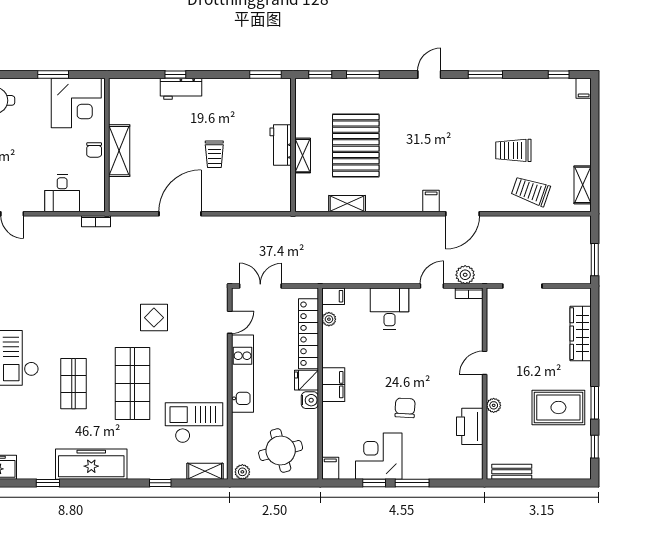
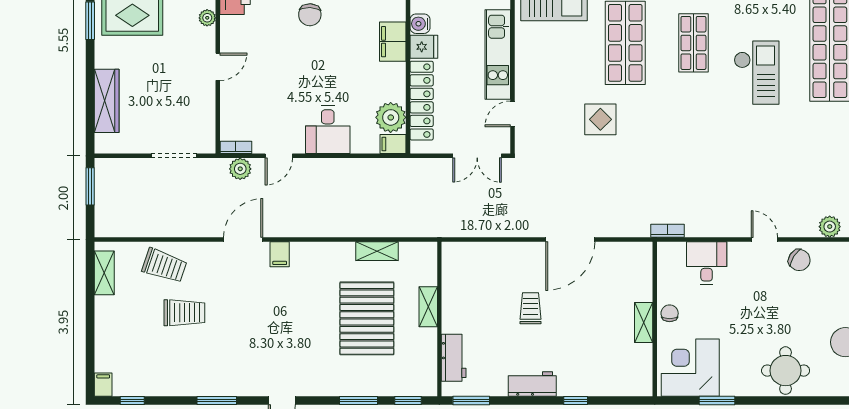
workbench: (181, 89) -> (532, 384), moved
workbench: (281, 145) -> (454, 358), moved
shelving: (119, 151) -> (644, 323), width x0.67, depth x0.75
plant: (329, 319) -> (391, 117), width x1.88, depth x1.88

